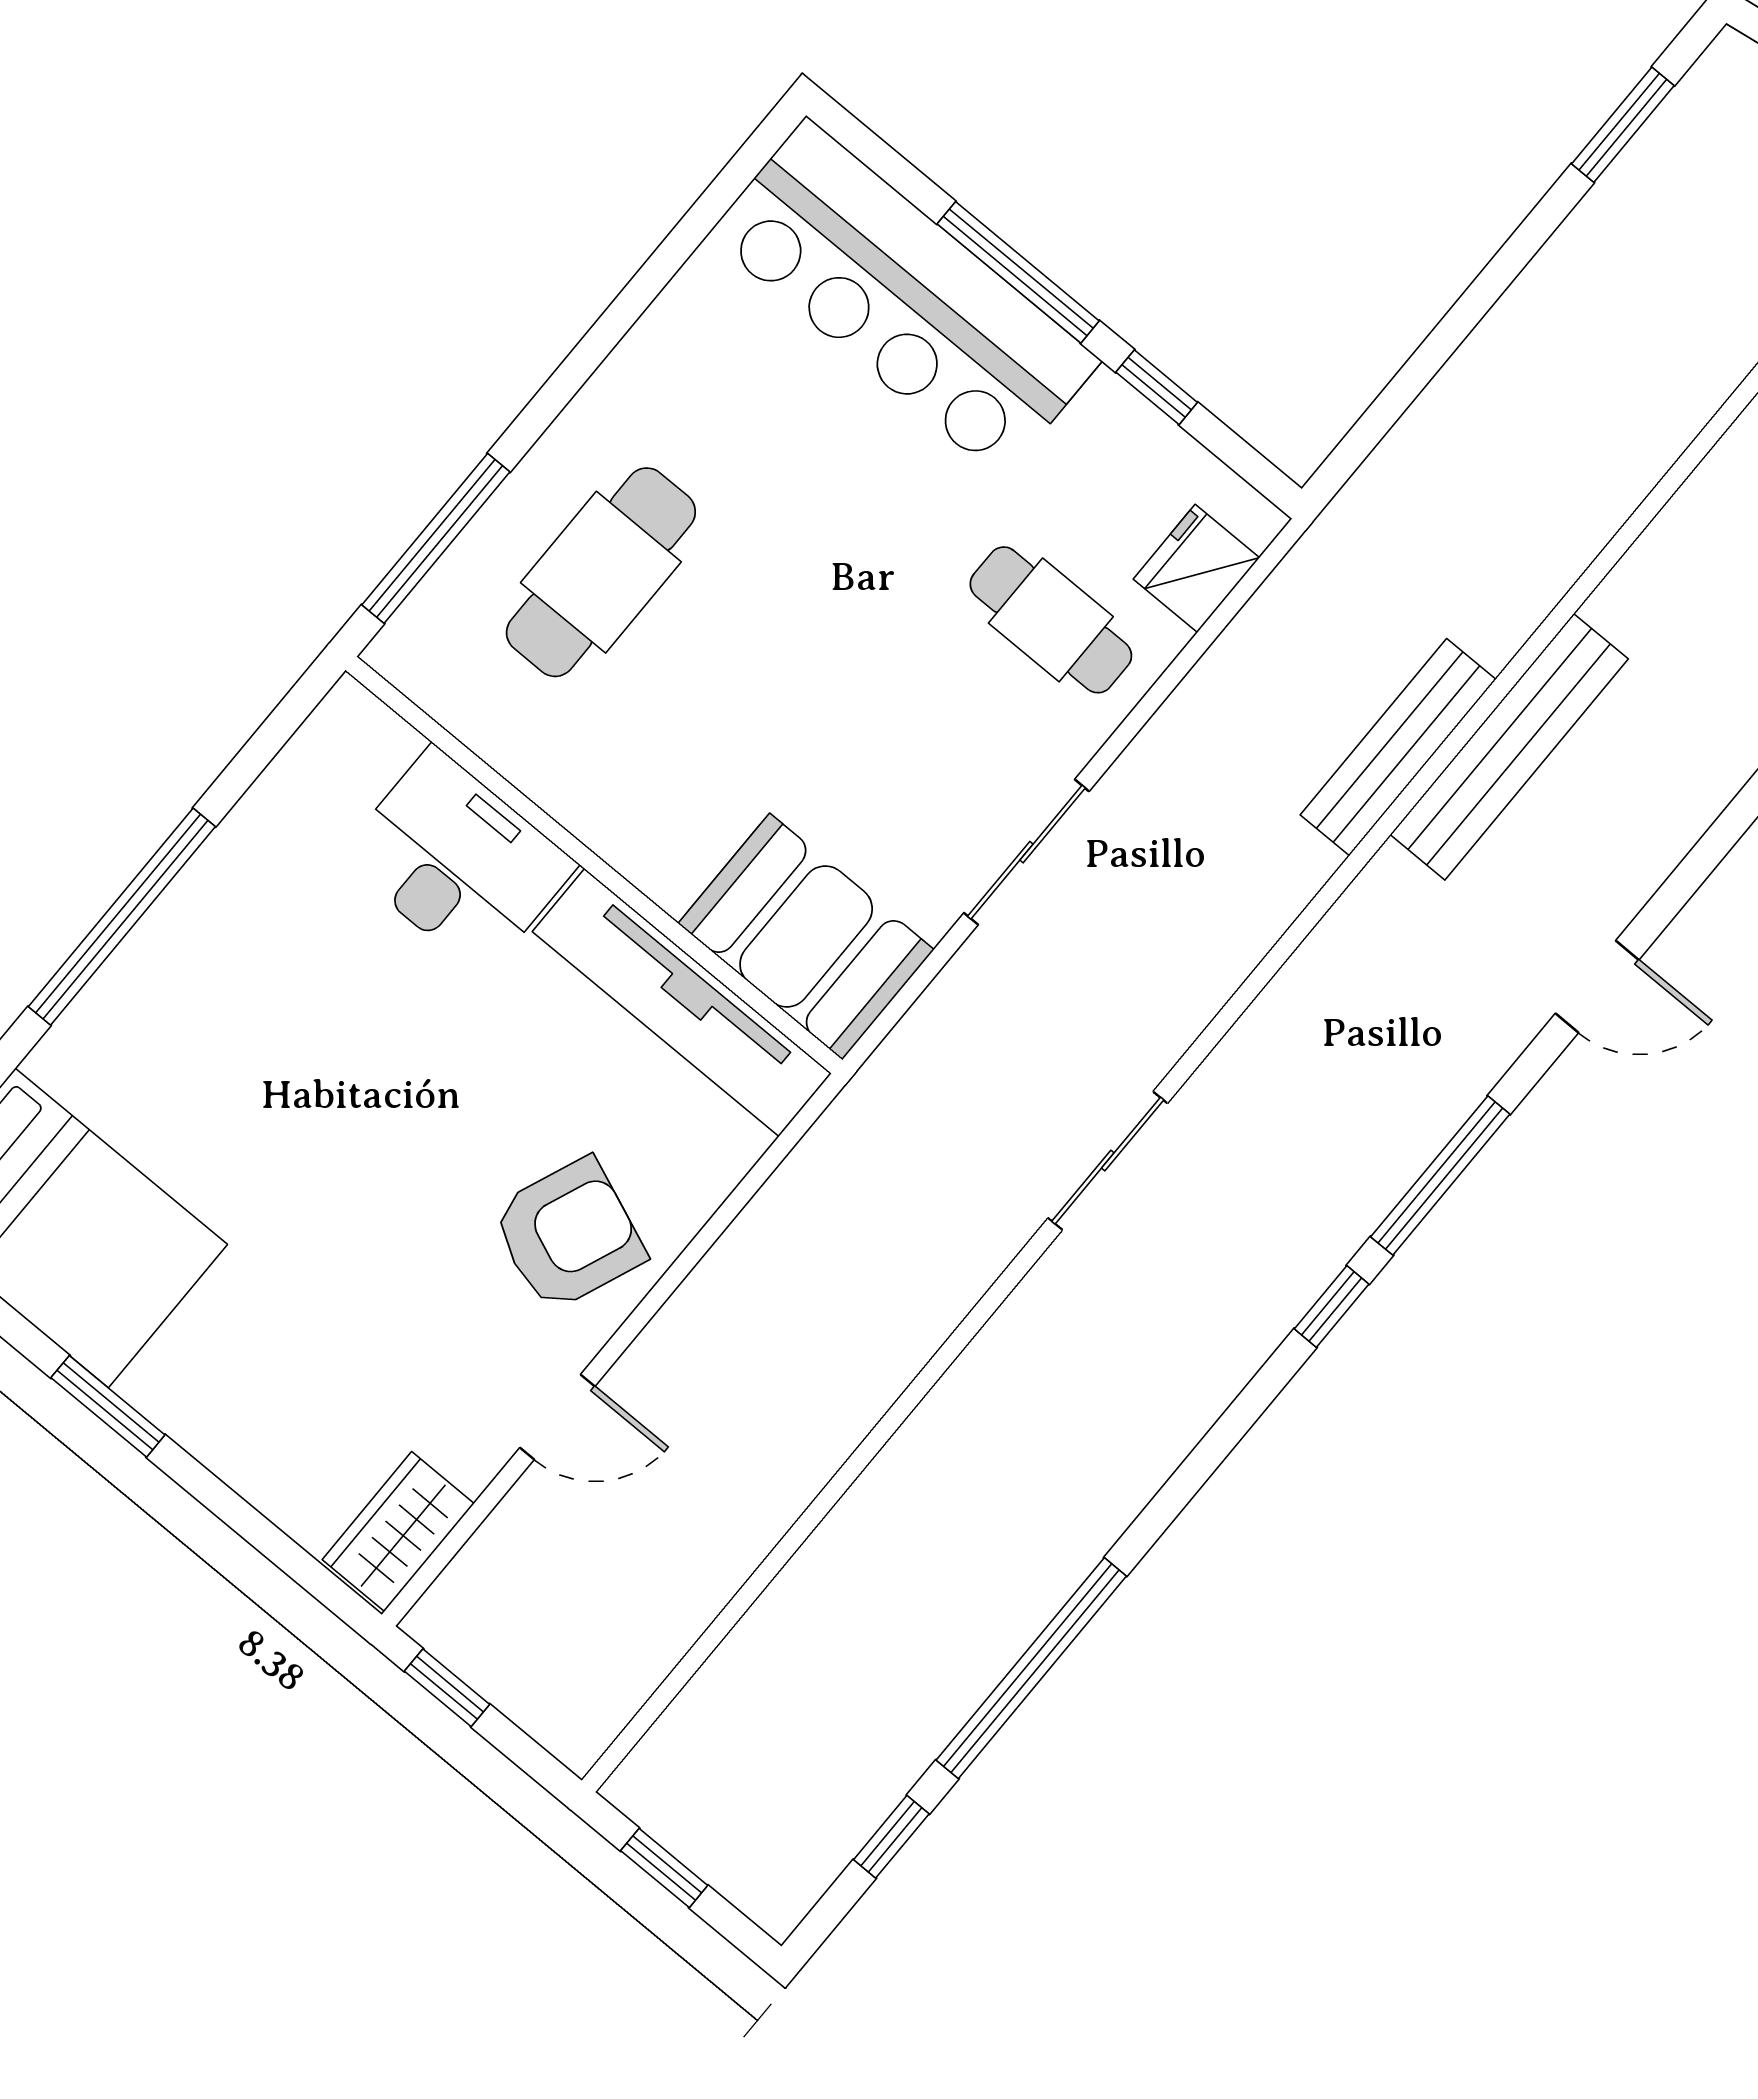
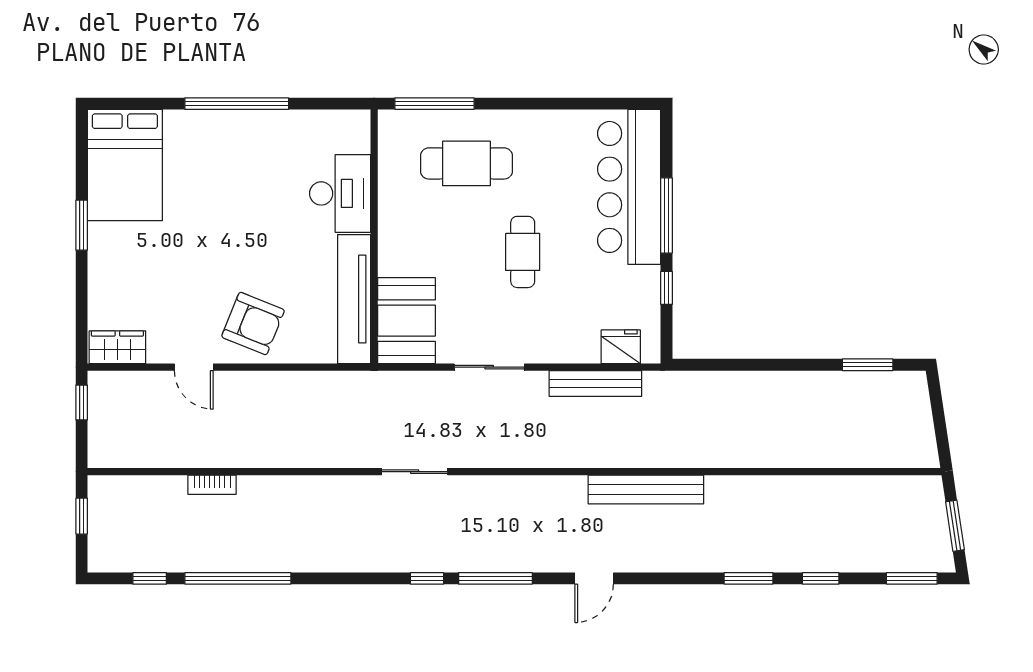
cafe table: (1051, 620) -> (523, 252), moved
bench: (1398, 747) -> (595, 384), moved
door: (1597, 987) -> (594, 578), hinge flipped
bookcase: (811, 1569) -> (212, 485), added

